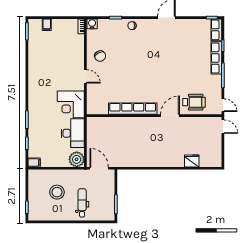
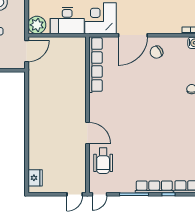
door: (85, 76) -> (133, 35), width x1.87
row of seats: (133, 109) -> (96, 65), moved
fridge: (192, 161) -> (35, 178), moved

